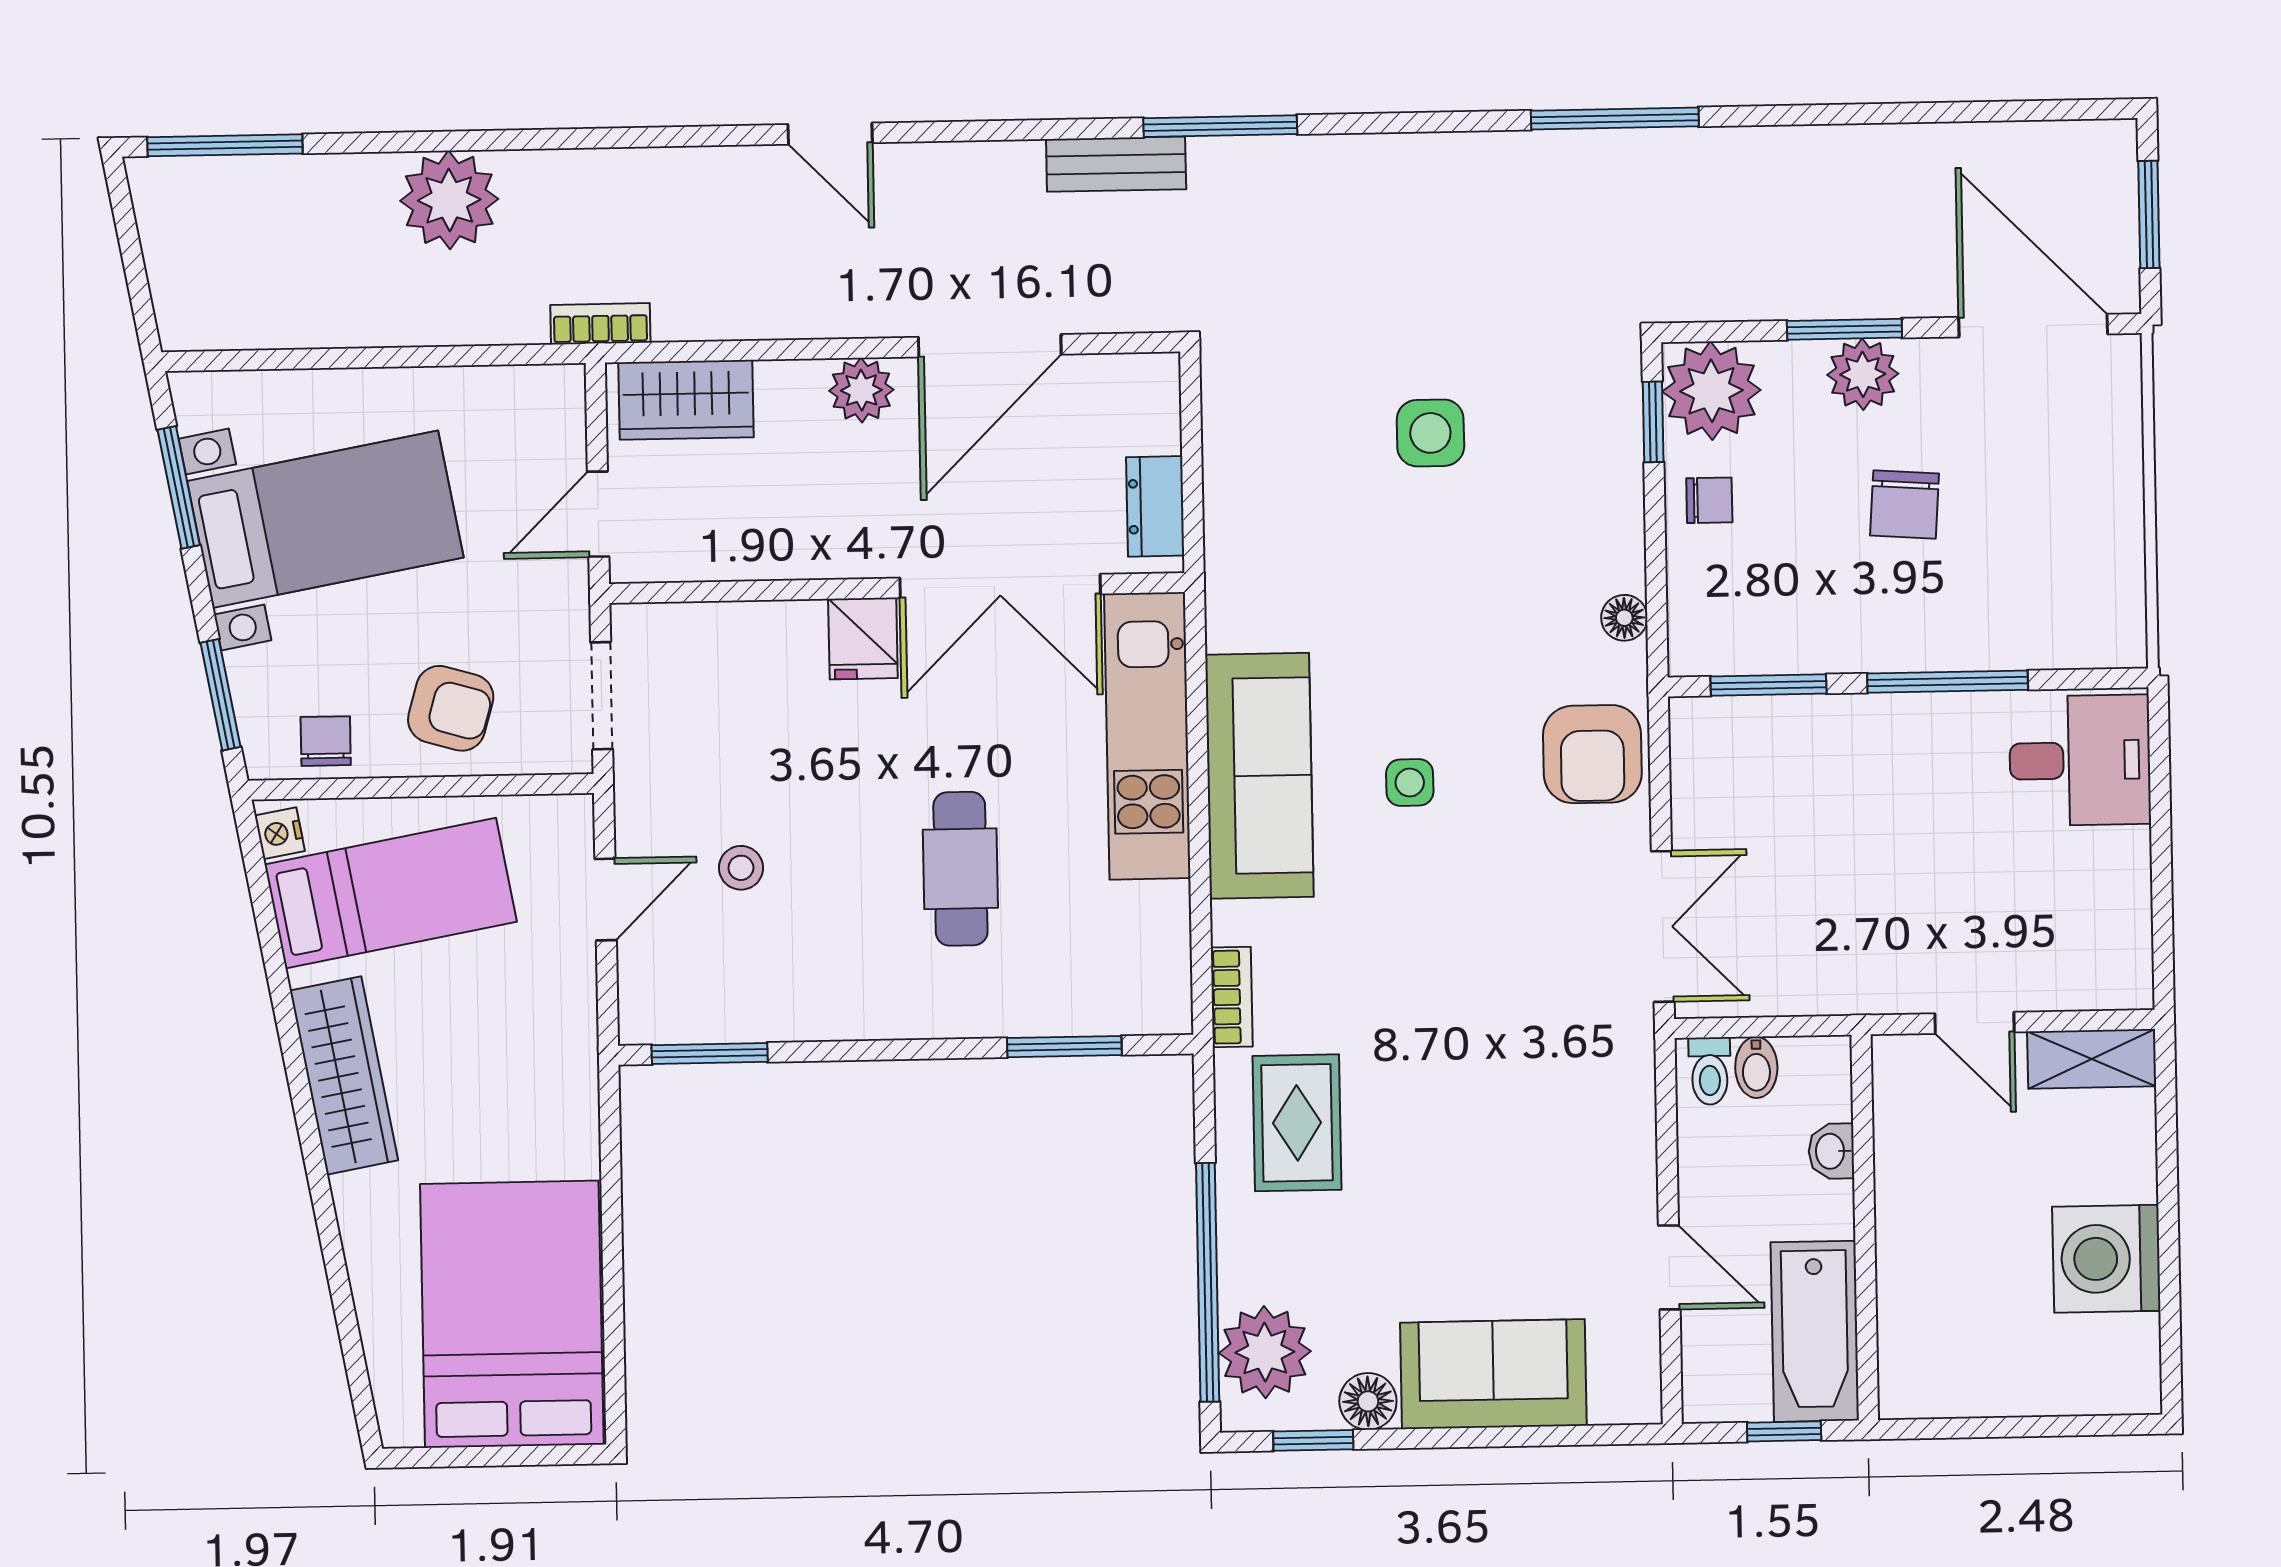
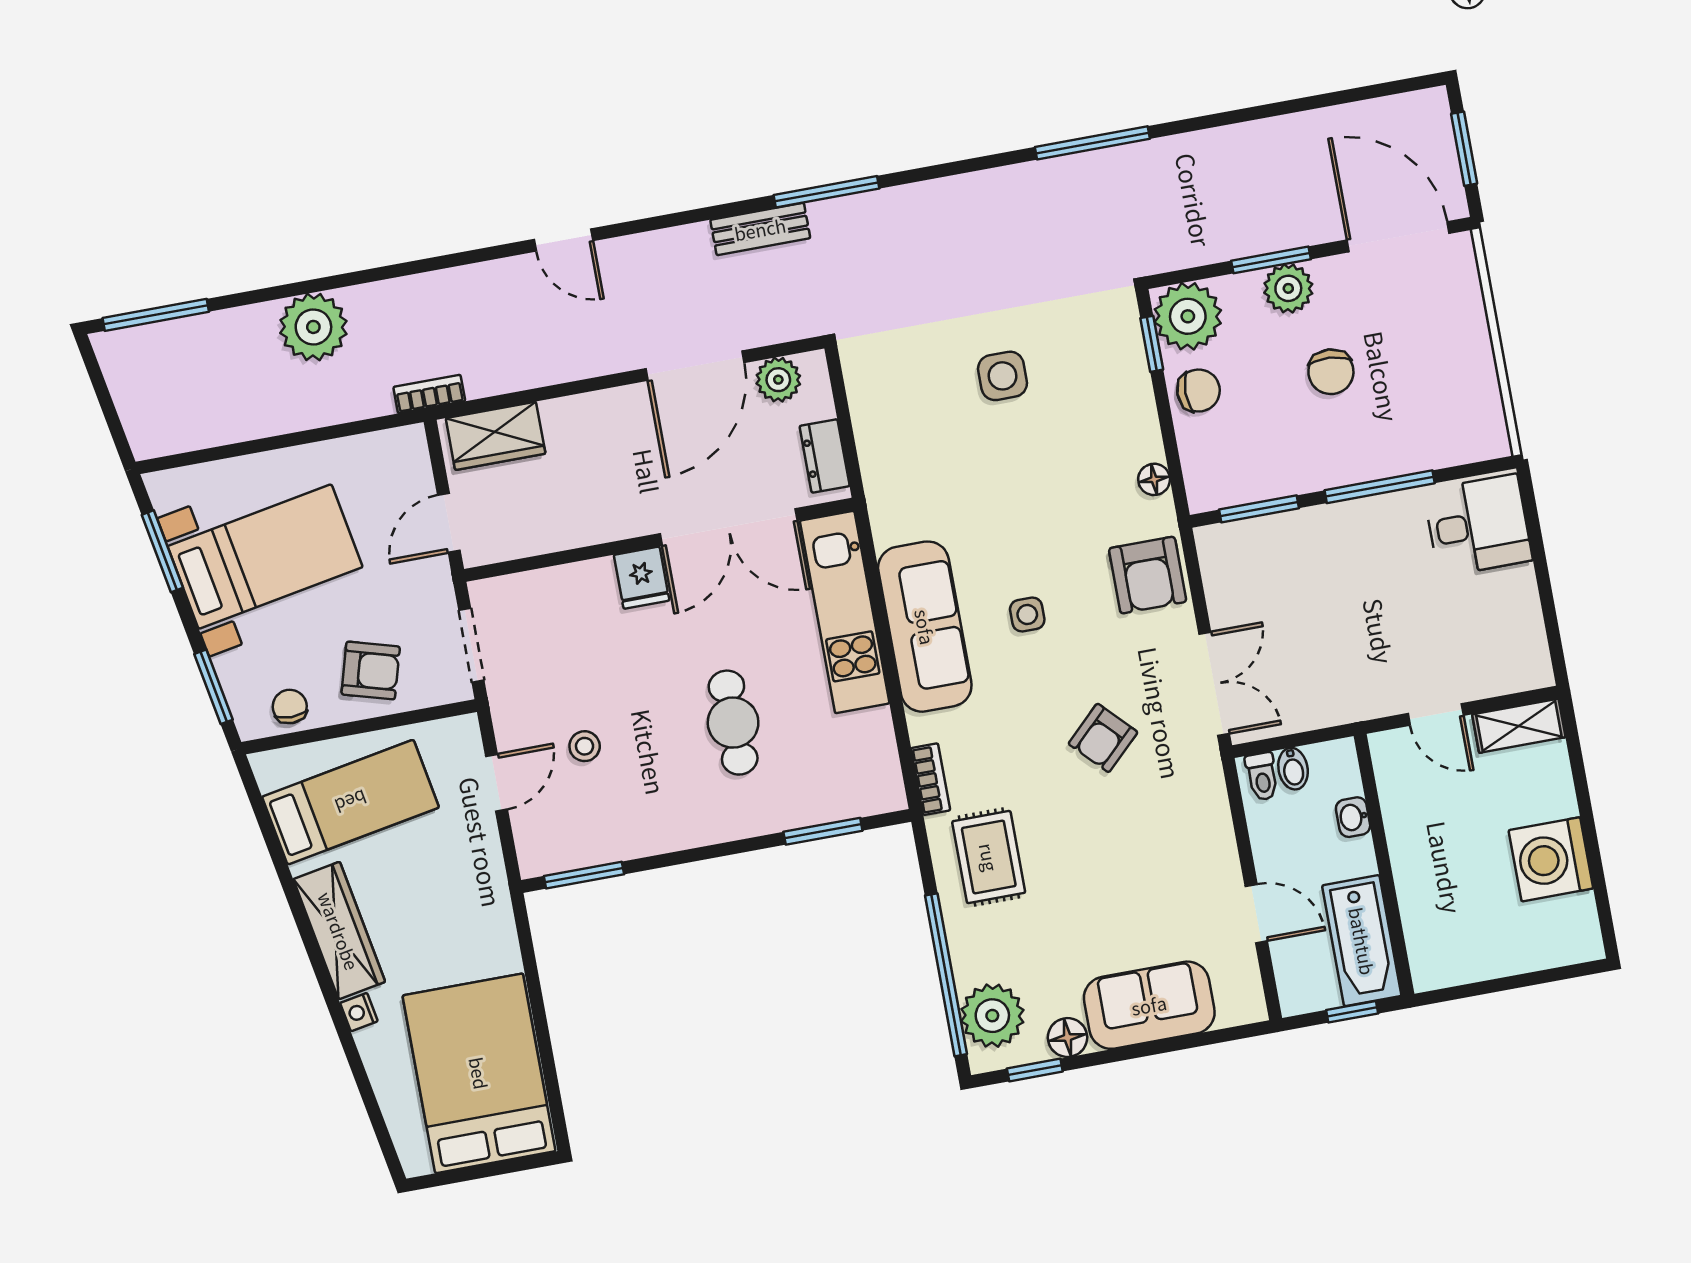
plant: (861, 390) -> (778, 380), moved
chair: (1709, 500) -> (1198, 391), width x1.37, depth x1.37
nightstand: (280, 833) -> (359, 1012), moved
armchair: (1490, 978) -> (1103, 738), added

